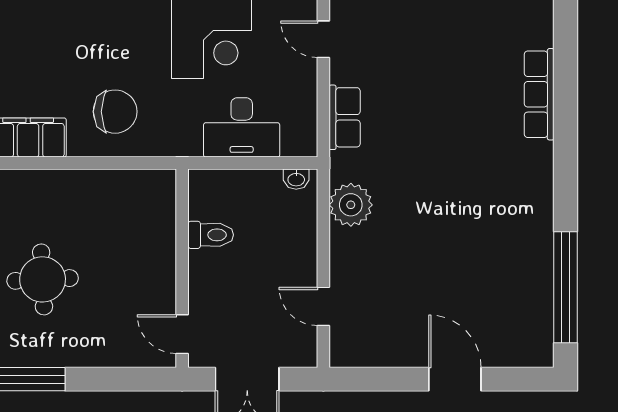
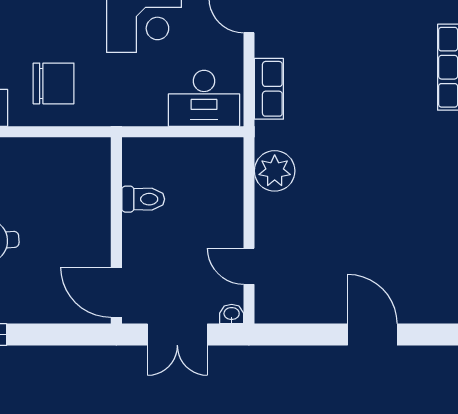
desk: (242, 127) -> (204, 98), moved
washbasin: (296, 179) -> (232, 314), moved, turned 180
door: (182, 334) -> (116, 292), width x1.38

